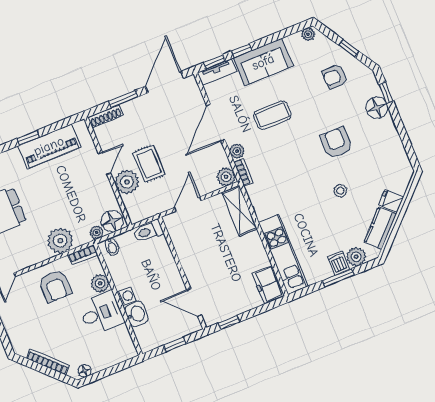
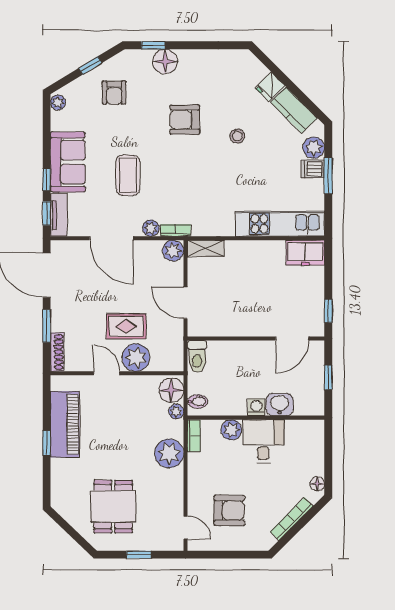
shelving: (239, 211) -> (206, 248), width x0.67, depth x0.75
armchair: (55, 286) -> (229, 510), moved

